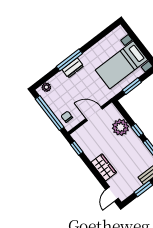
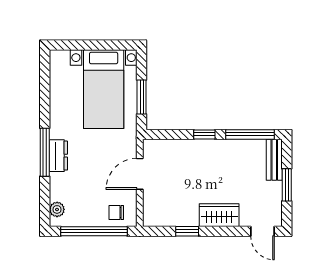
plant: (121, 127) -> (184, 153), removed
window: (77, 148) -> (187, 231), moved

